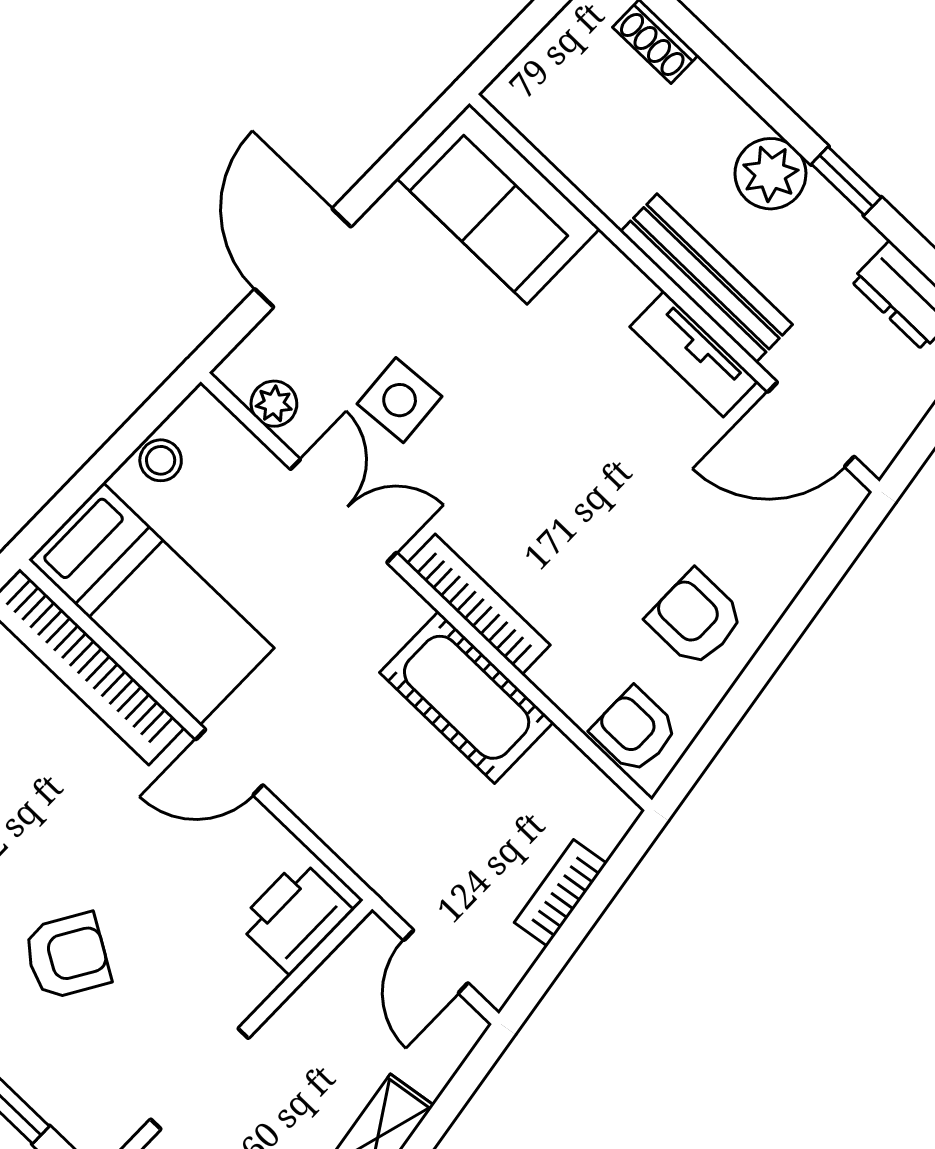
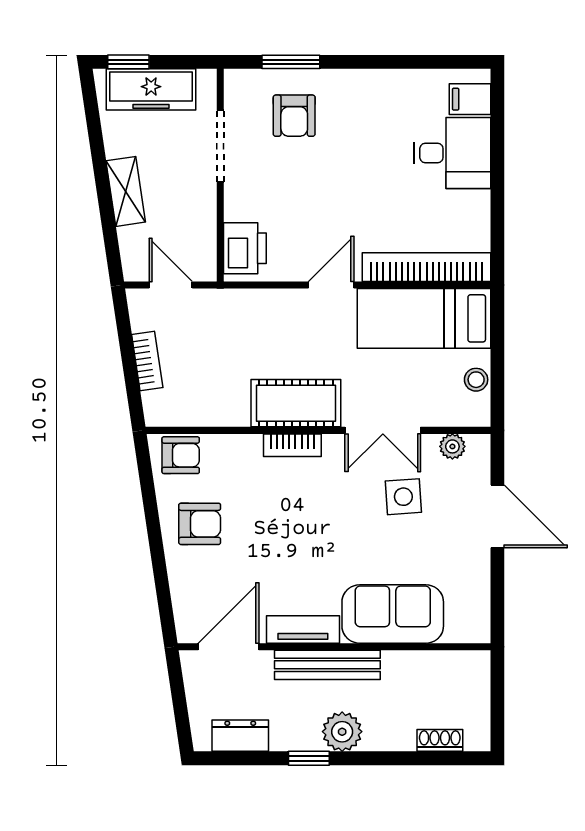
sofa: (498, 204) -> (393, 614), moved
bookcase: (478, 604) -> (292, 445), width x0.64
cot: (467, 697) -> (296, 403), moved
armchair: (67, 956) -> (294, 116), moved, turned -31

